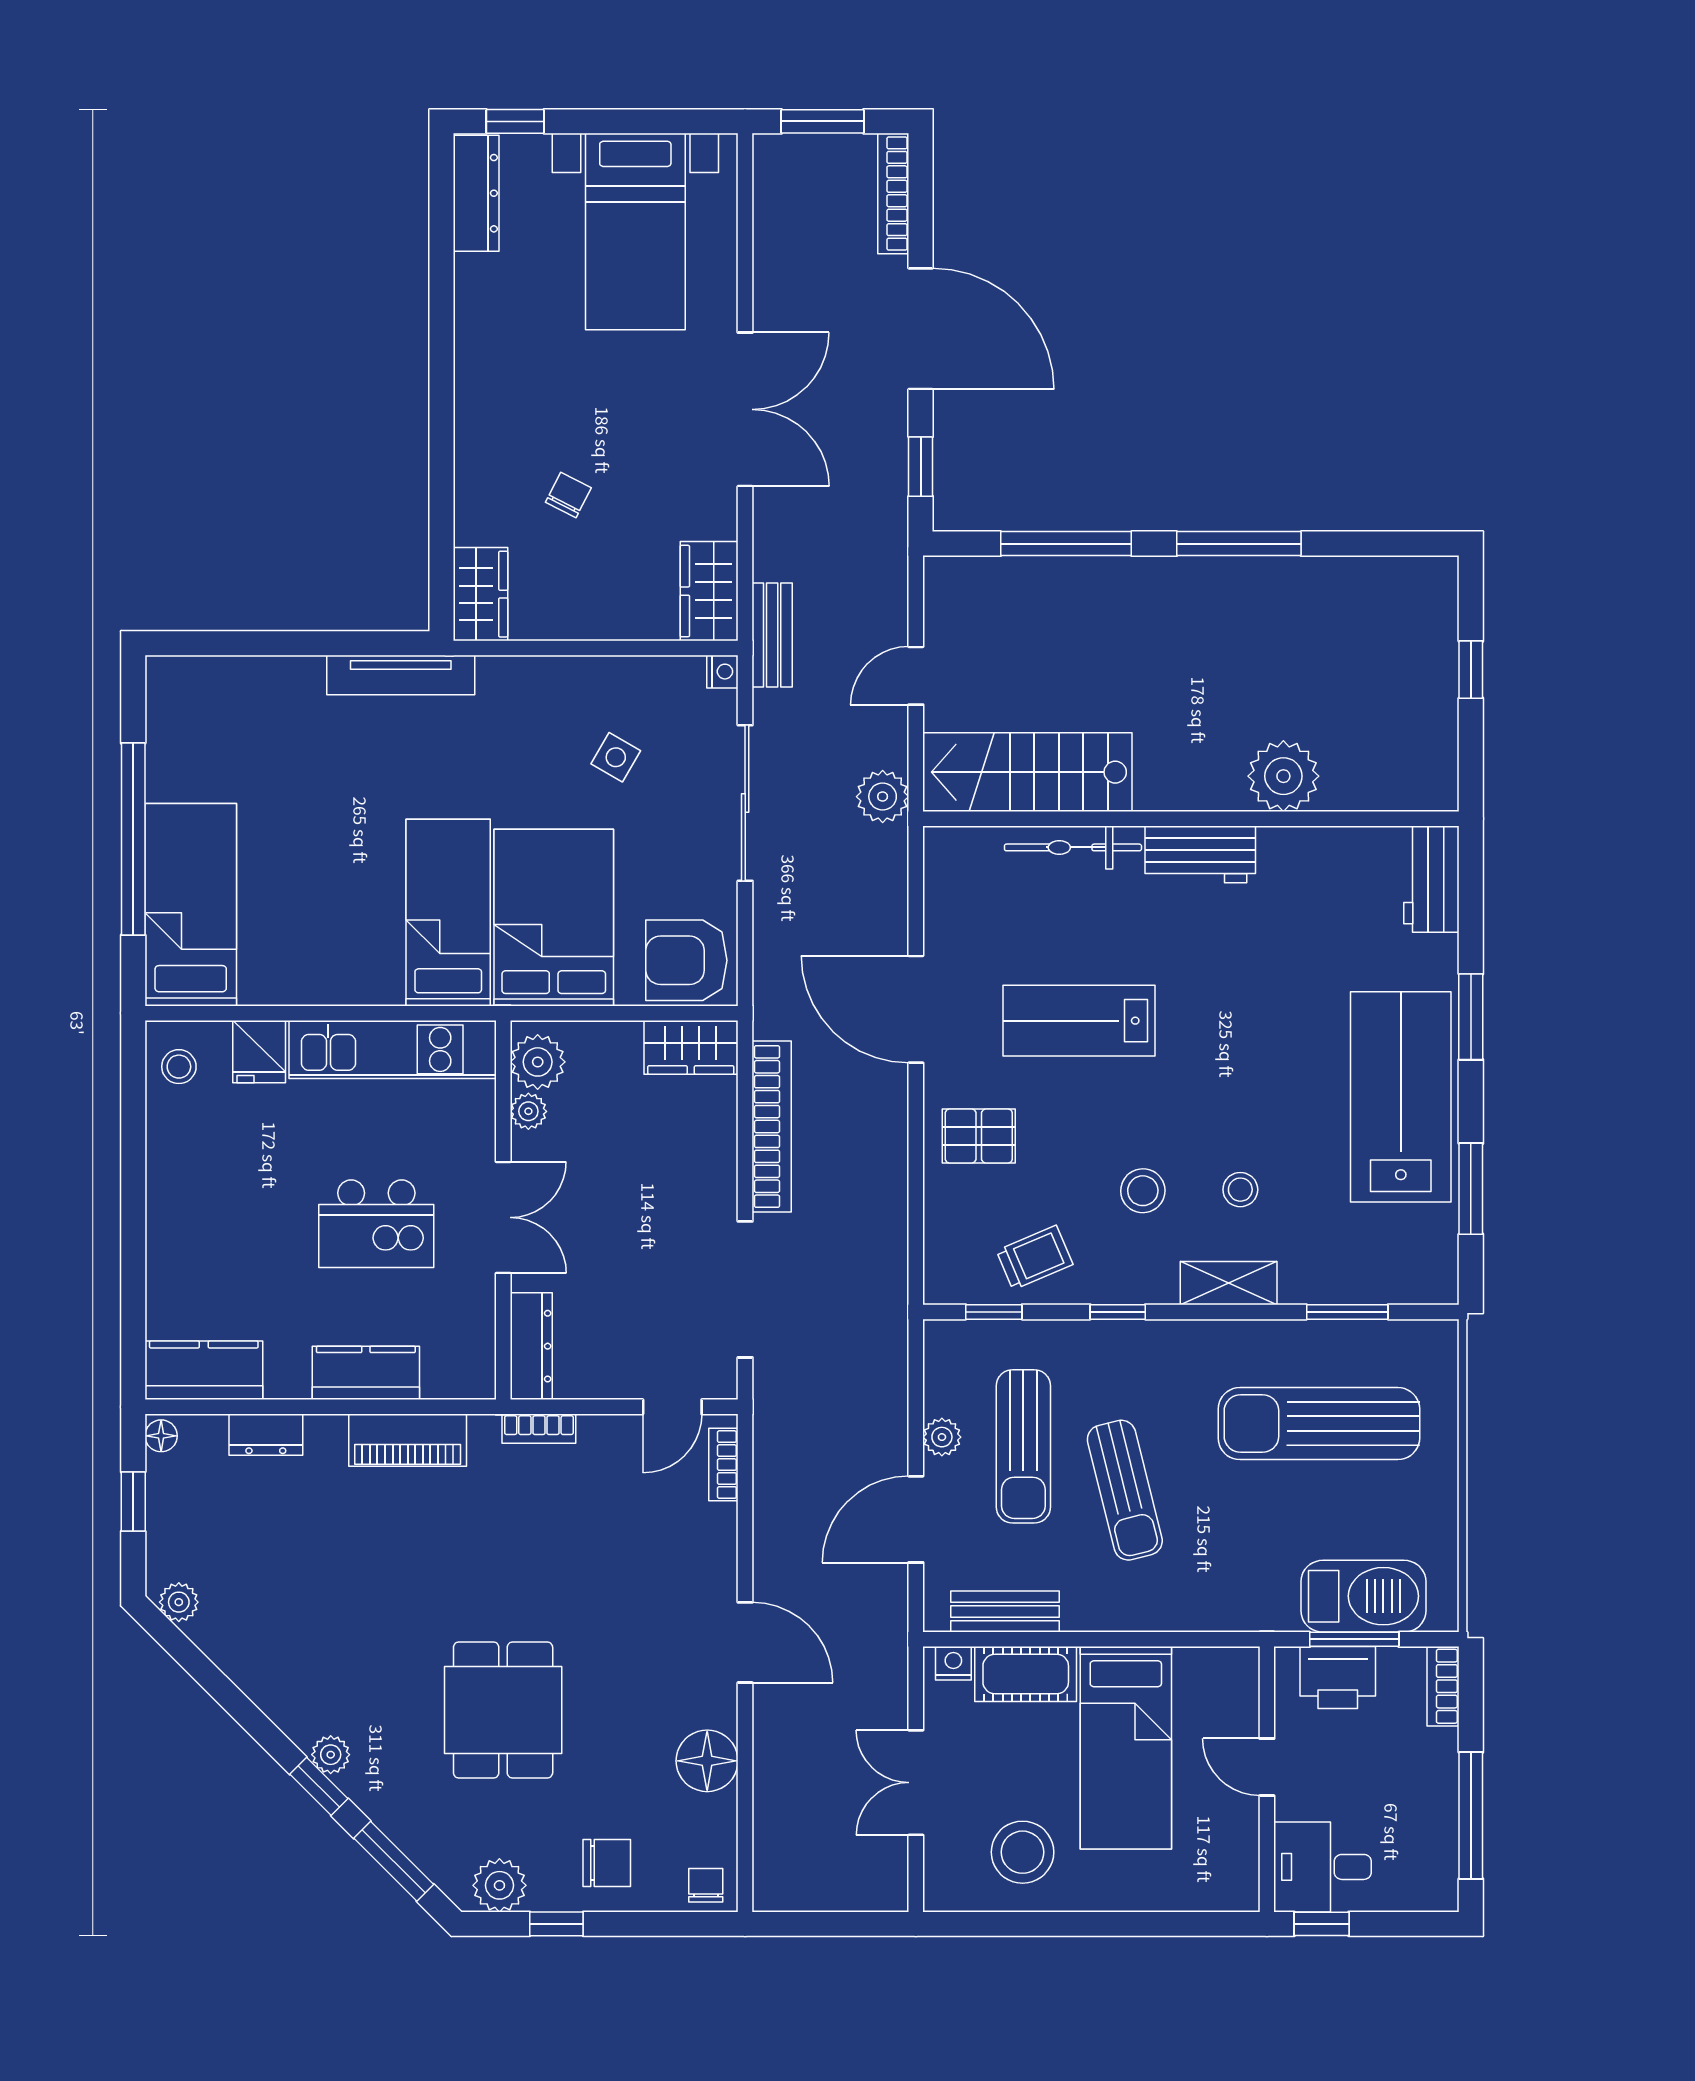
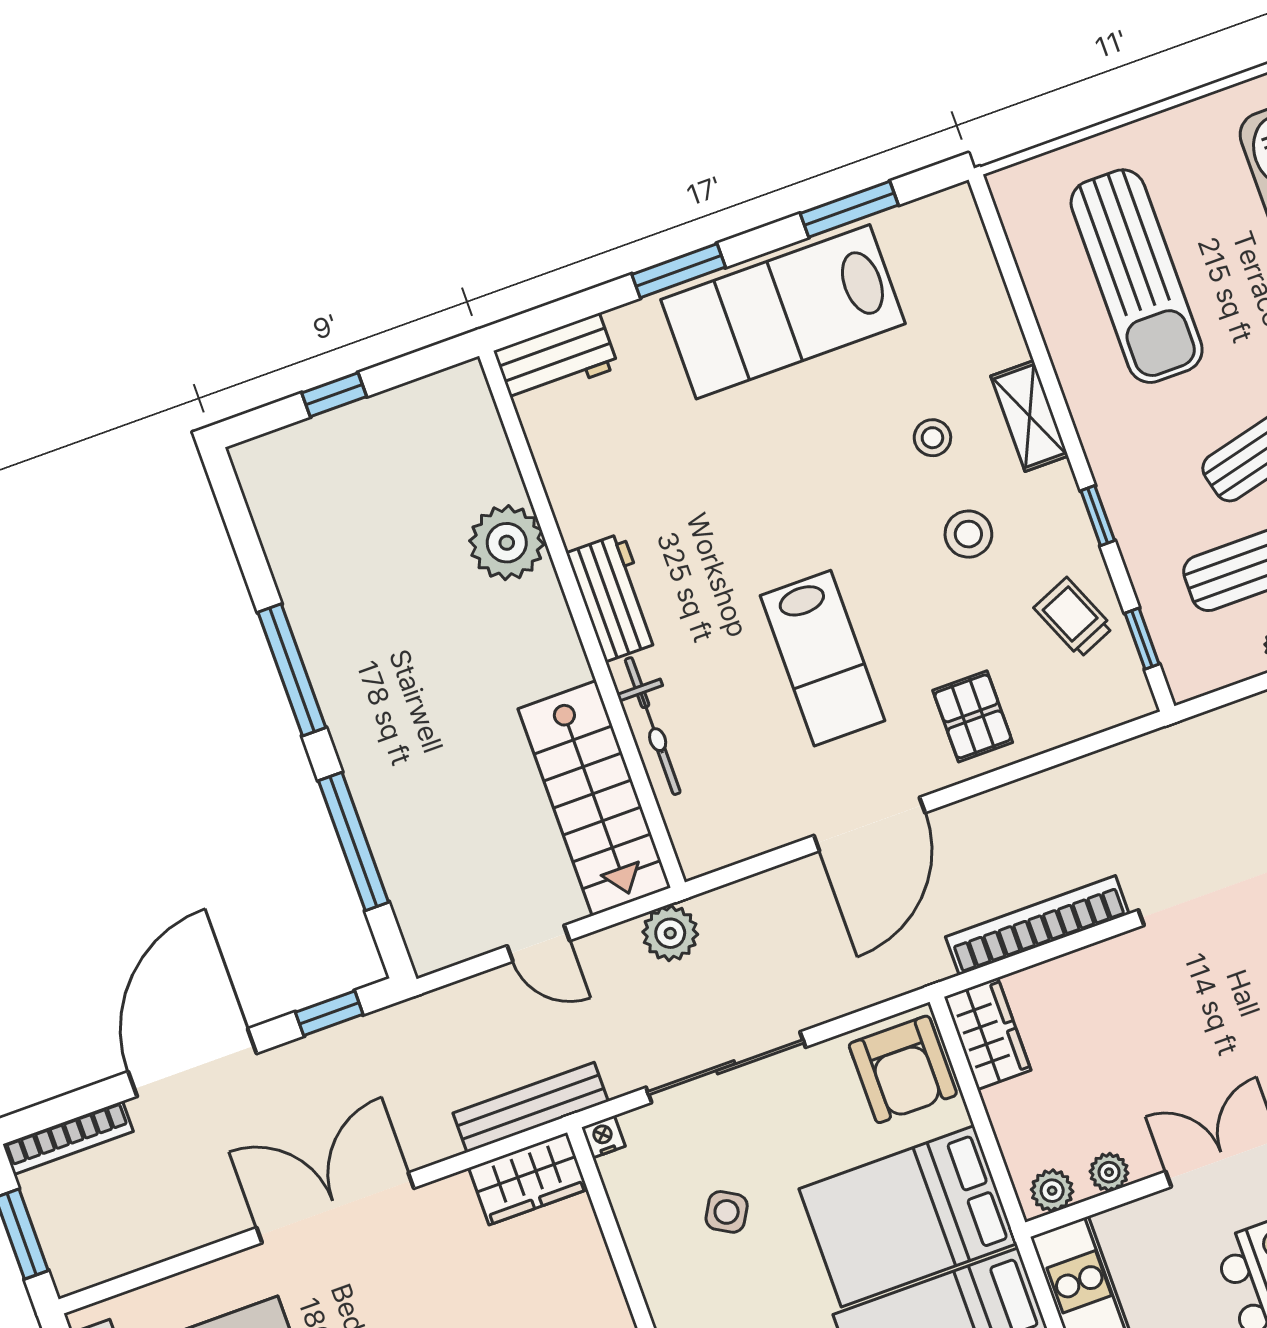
bench: (772, 635) -> (531, 1107), width x1.36
plant: (538, 1062) -> (1052, 1191), width x0.73, depth x0.73
window: (1347, 1312) -> (1016, 288), removed

